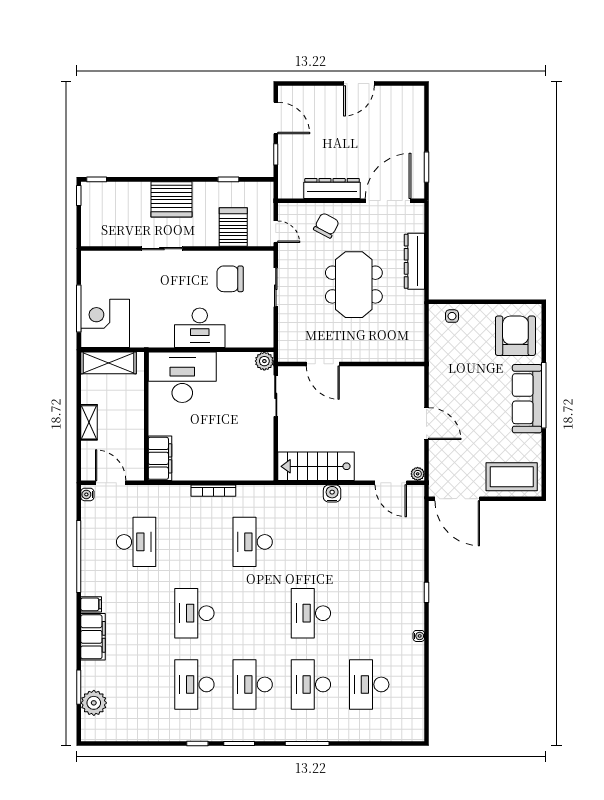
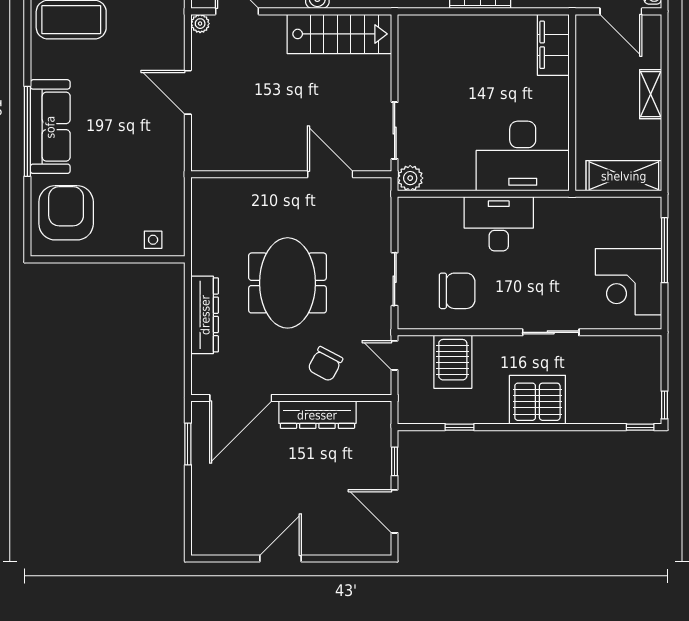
corner desk: (105, 323) -> (628, 282), moved, turned 90
armchair: (515, 336) -> (66, 213), turned 180

